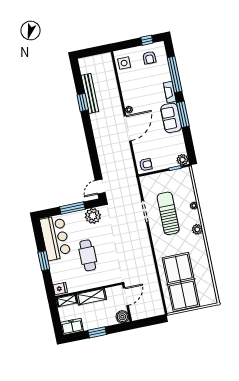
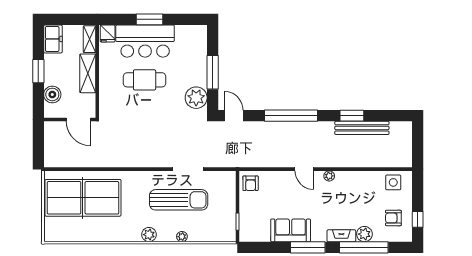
sofa: (171, 118) -> (291, 230), moved
door: (128, 128) -> (304, 169), width x0.53
window: (92, 146) -> (291, 116), added
plant: (182, 160) -> (364, 234), moved
bar counter: (55, 238) -> (145, 41), moved
boiler: (122, 317) -> (52, 94), moved

